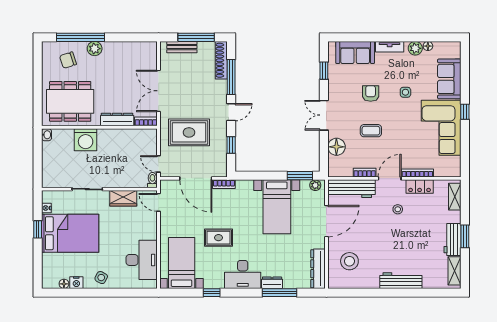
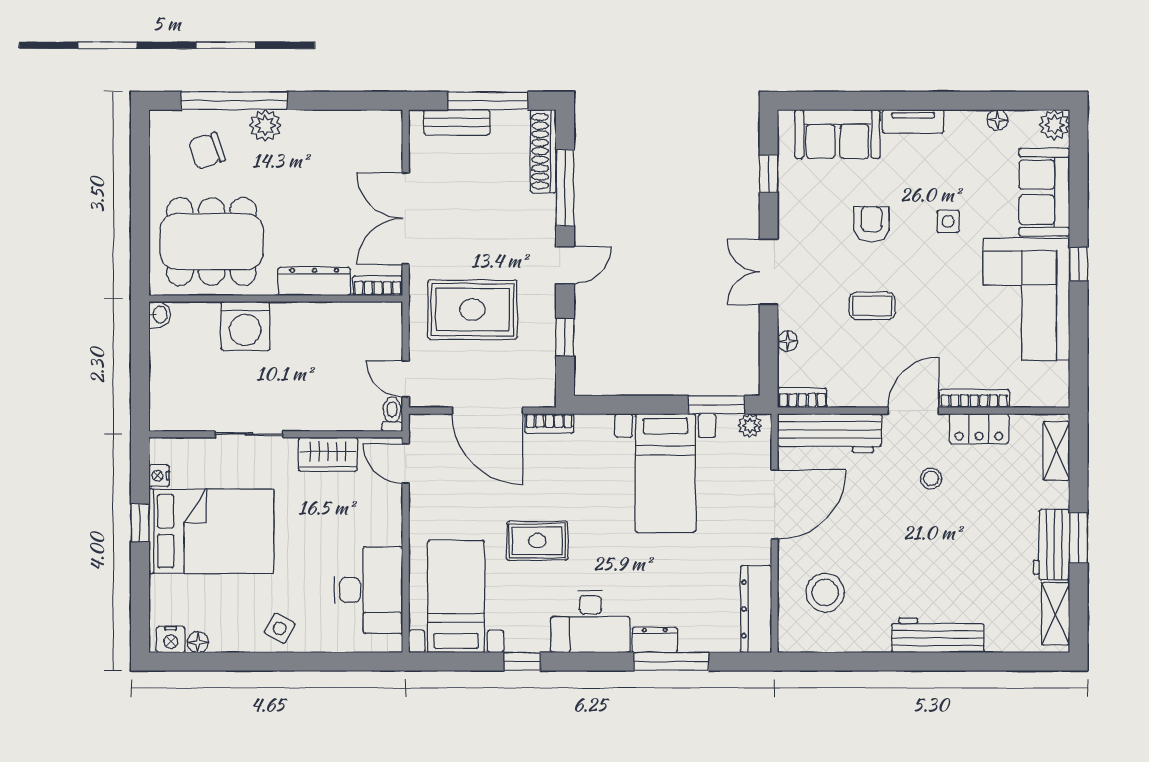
plant: (415, 48) -> (1054, 125), moved
floor lamp: (336, 147) -> (788, 341), width x0.53, depth x0.53
bookcase: (365, 173) -> (802, 398), moved
nightstand: (76, 283) -> (171, 640), moved

